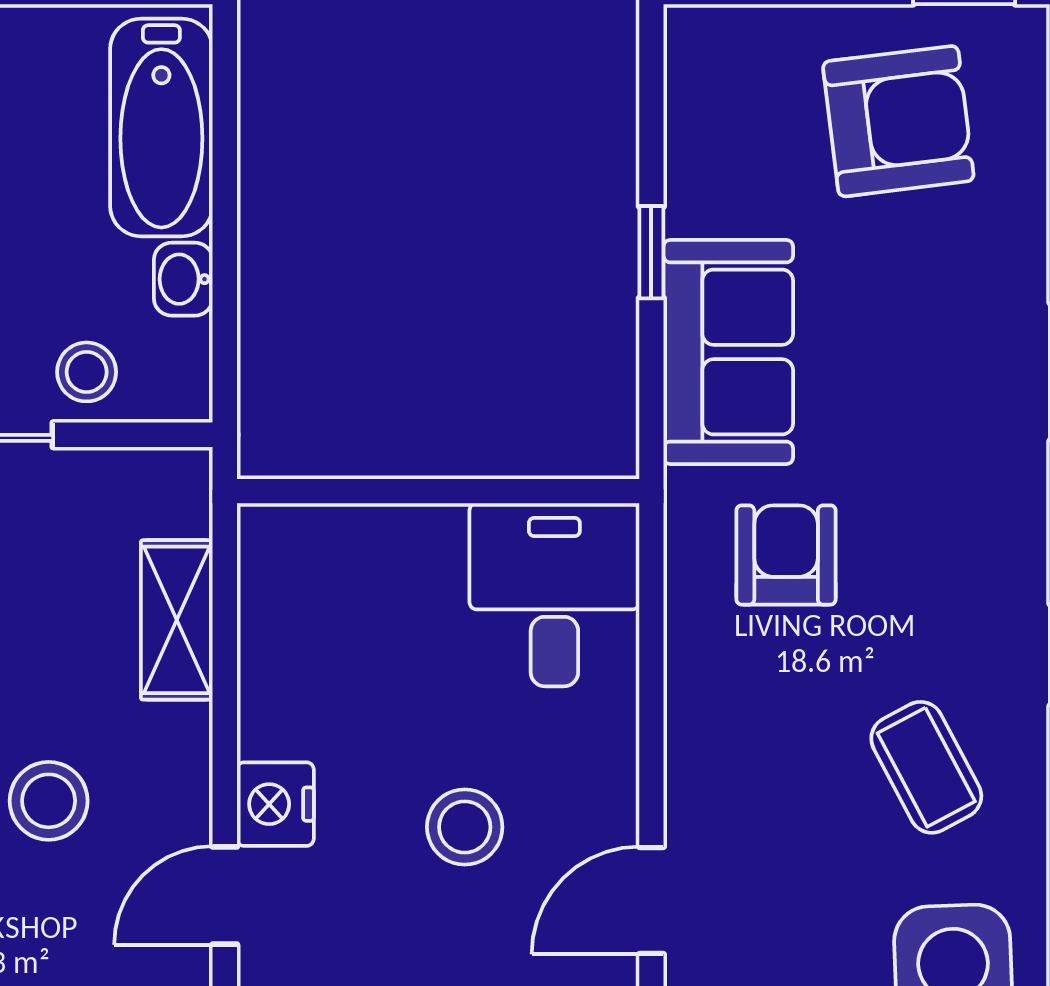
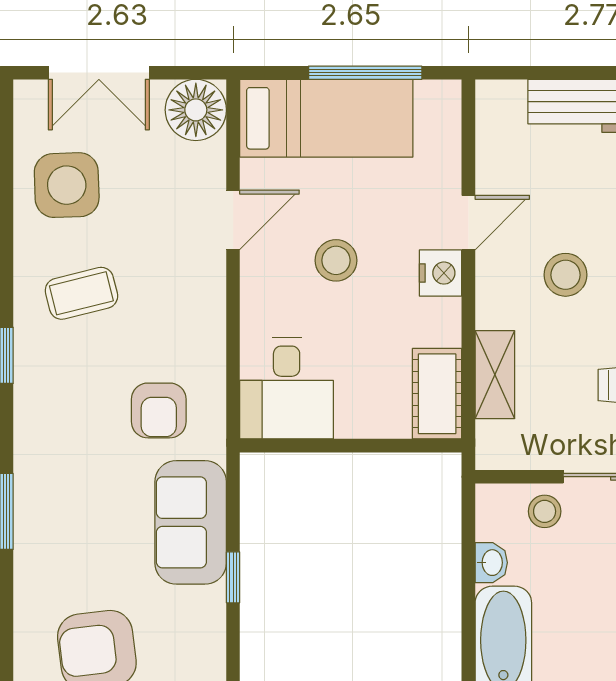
cot: (281, 585) -> (437, 394), added
coffee table: (926, 767) -> (81, 293), turned -76

